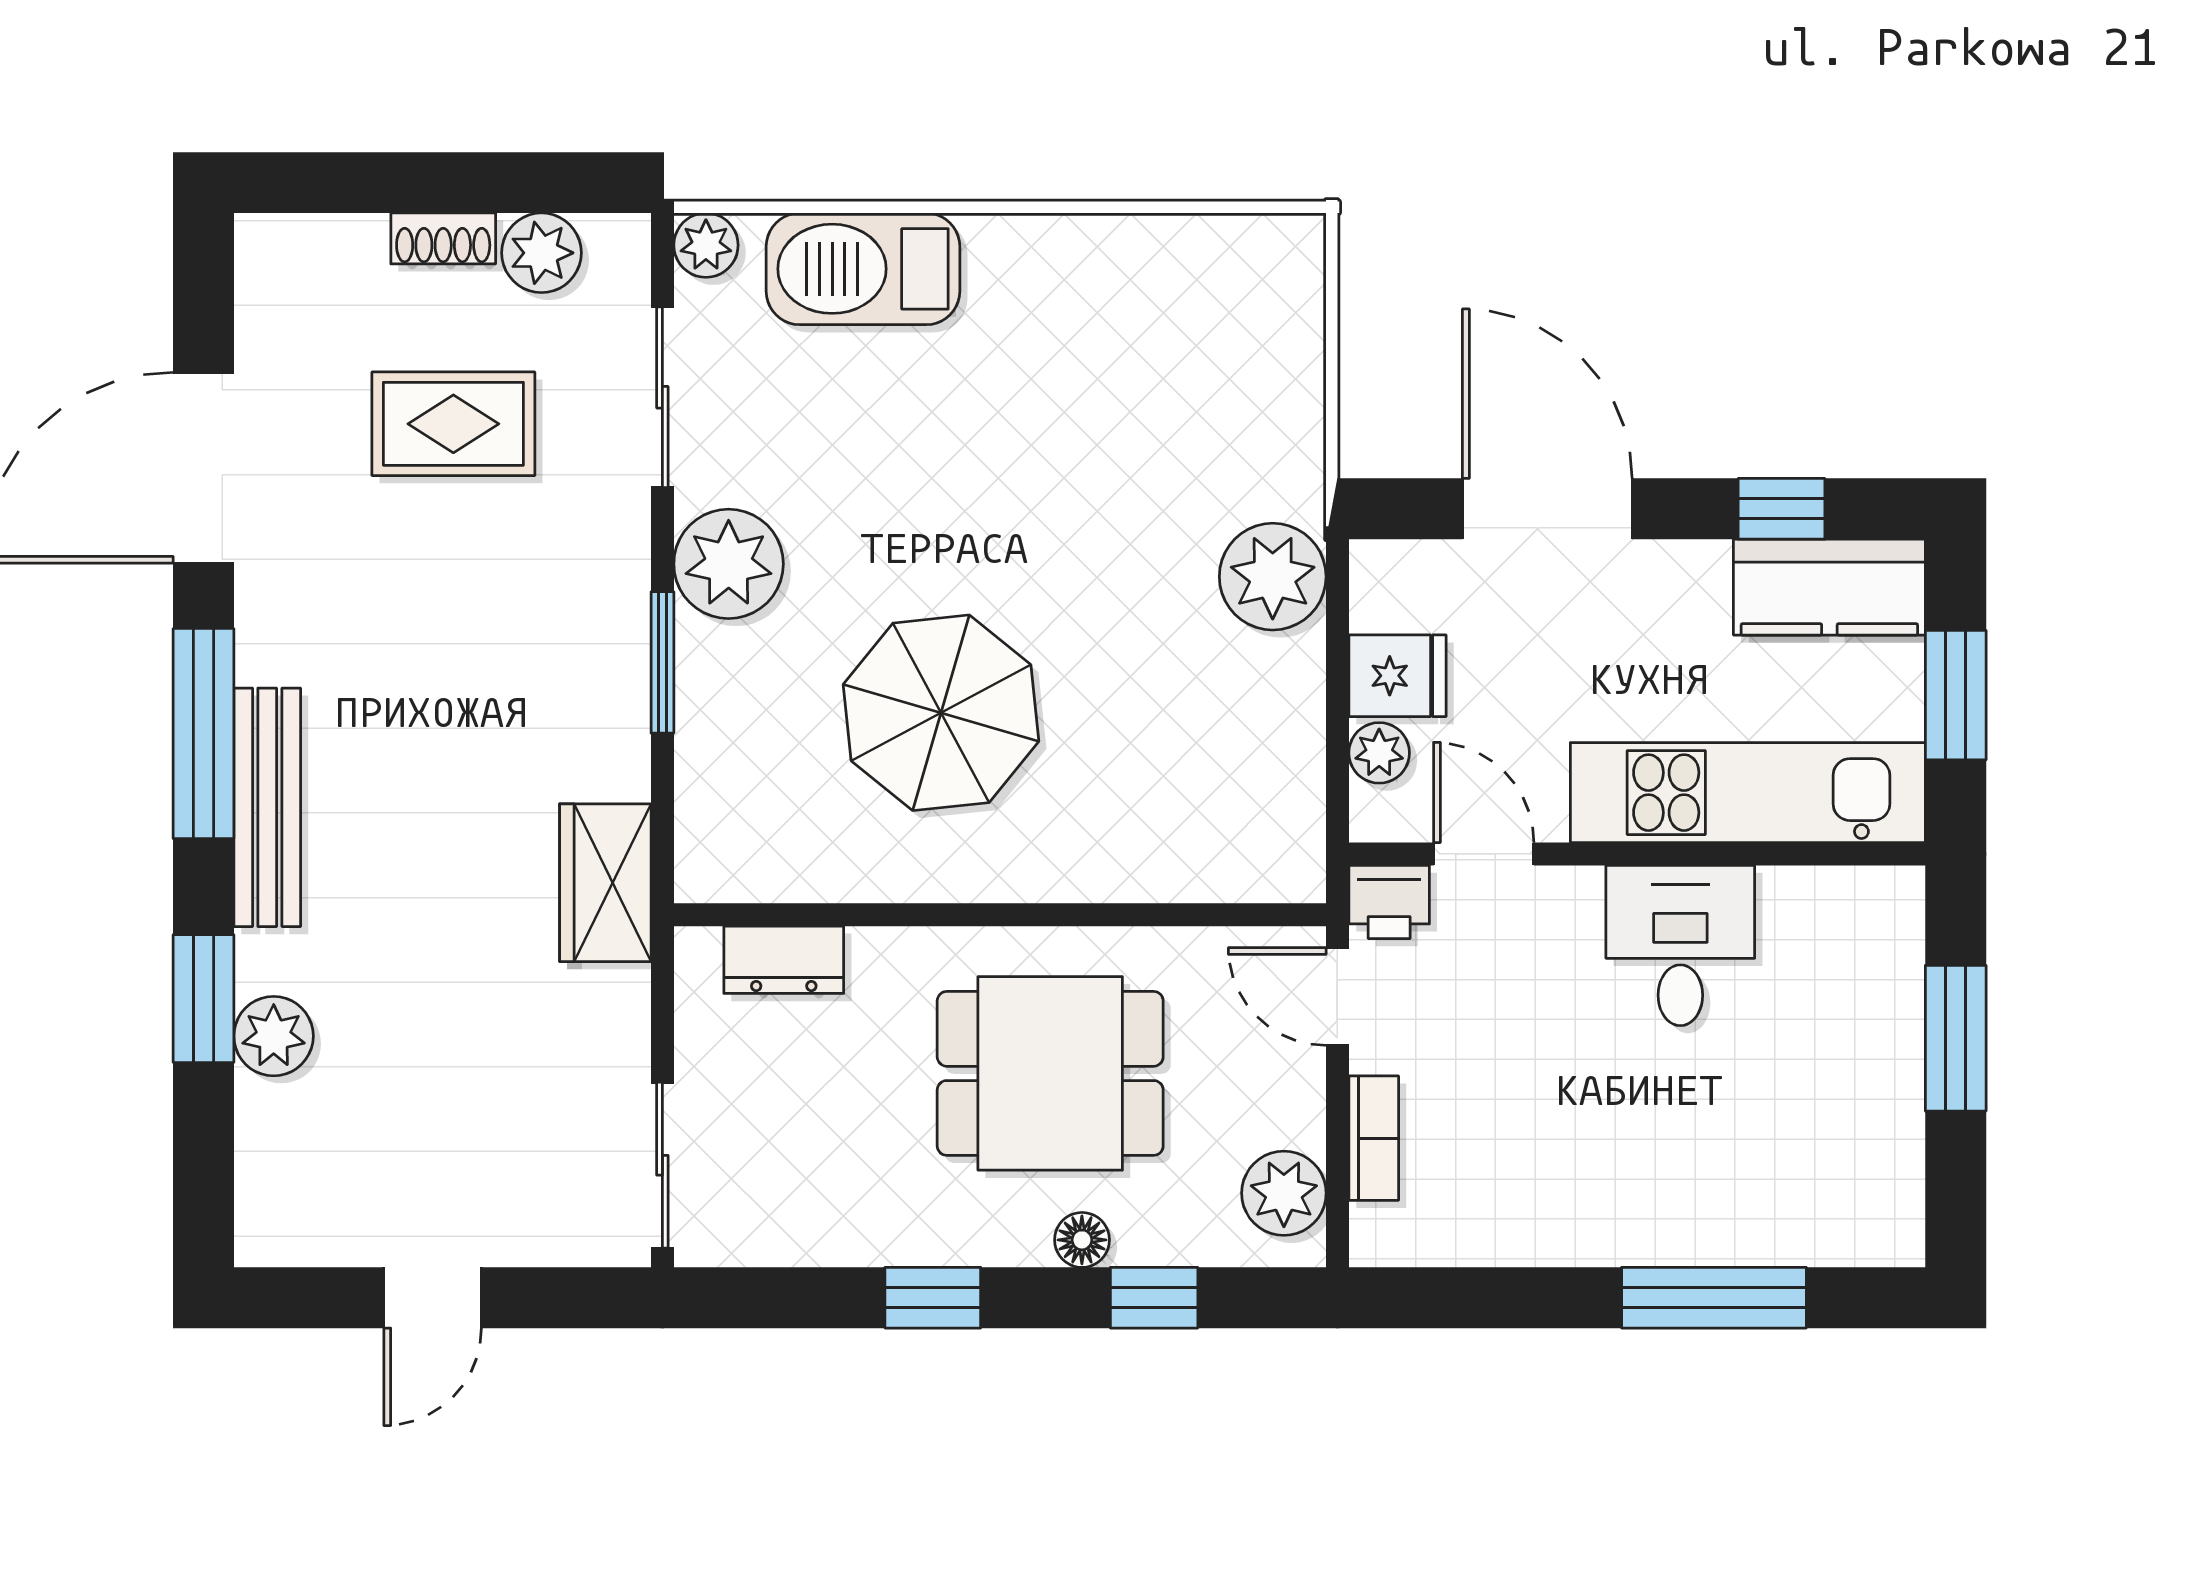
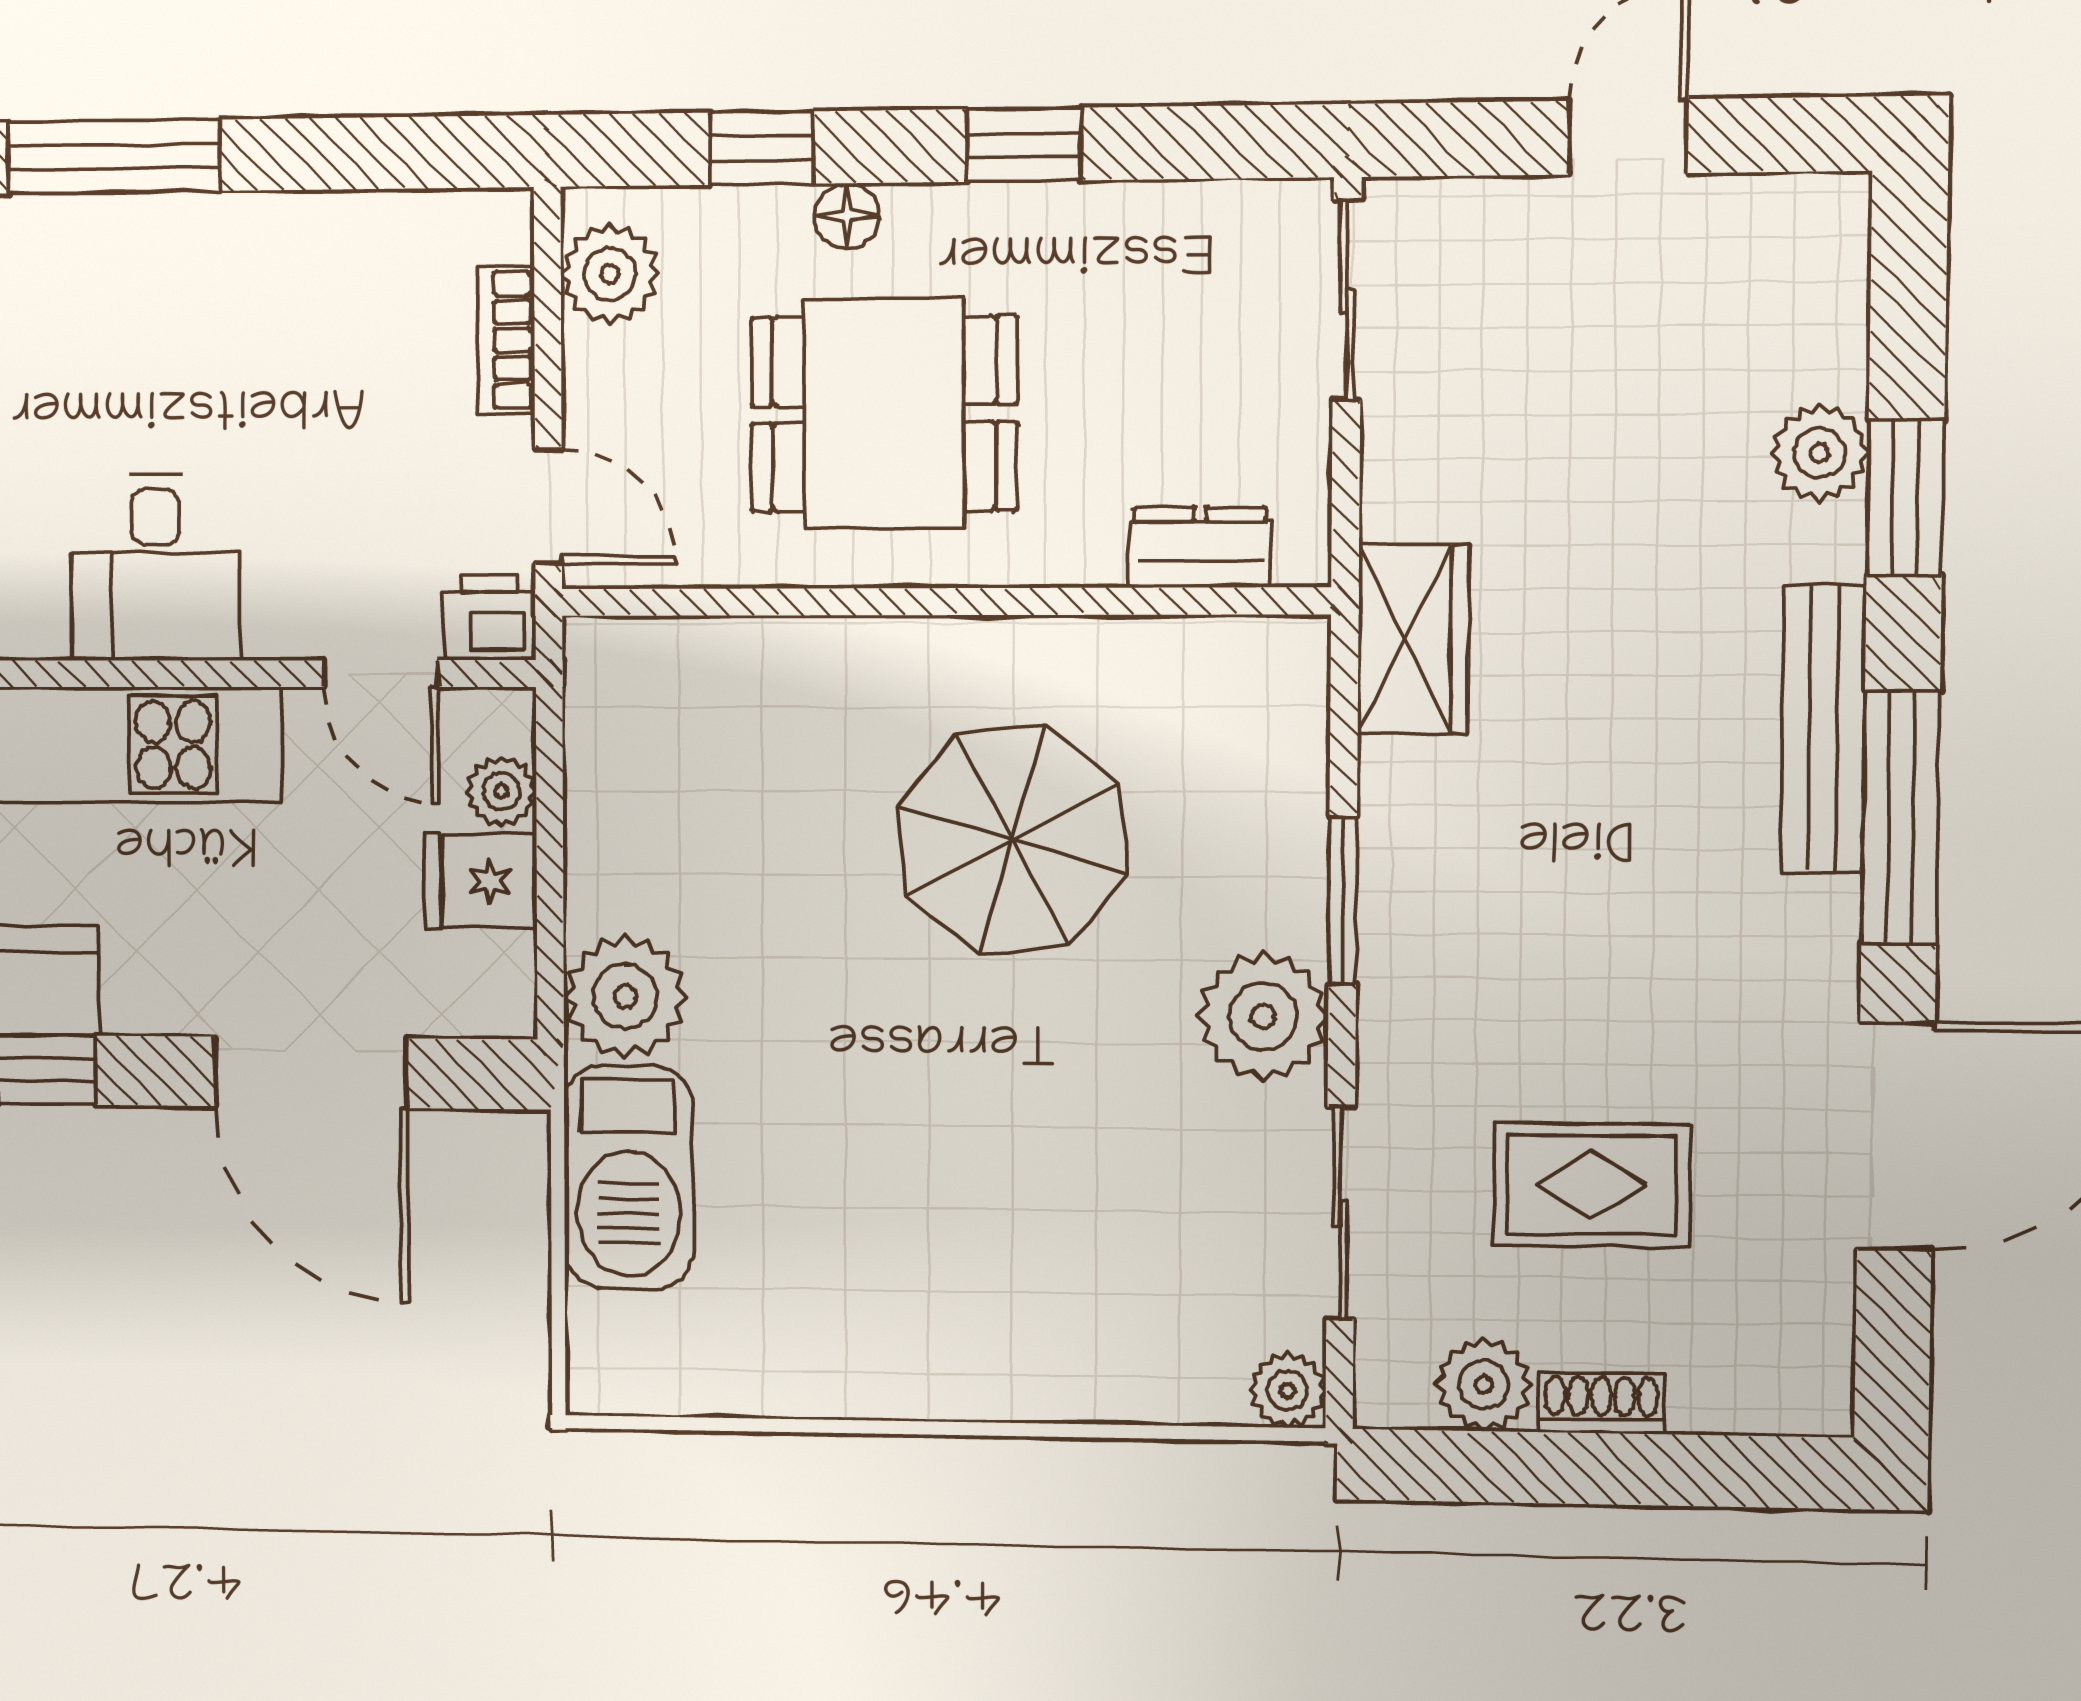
barbecue: (863, 269) -> (629, 1178), moved, turned 90

